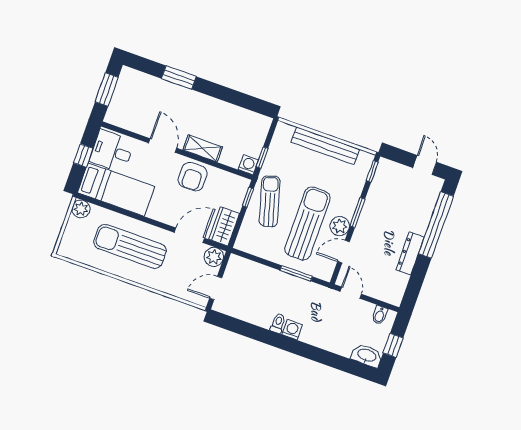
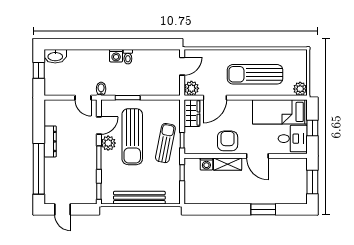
washing machine: (248, 165) -> (206, 164), moved
sun lounger: (270, 201) -> (165, 143), turned -153
sun lounger: (130, 246) -> (255, 74), turned 180
bidet: (380, 315) -> (101, 89), moved

